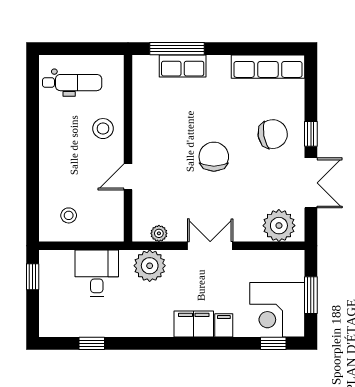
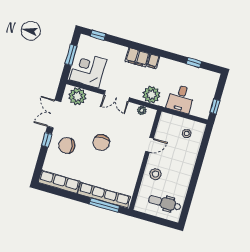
row of seats: (183, 66) -> (104, 195), width x2.02
corner desk: (277, 310) -> (88, 70), moved, turned -90
filing cabinet: (224, 325) -> (153, 61), moved

